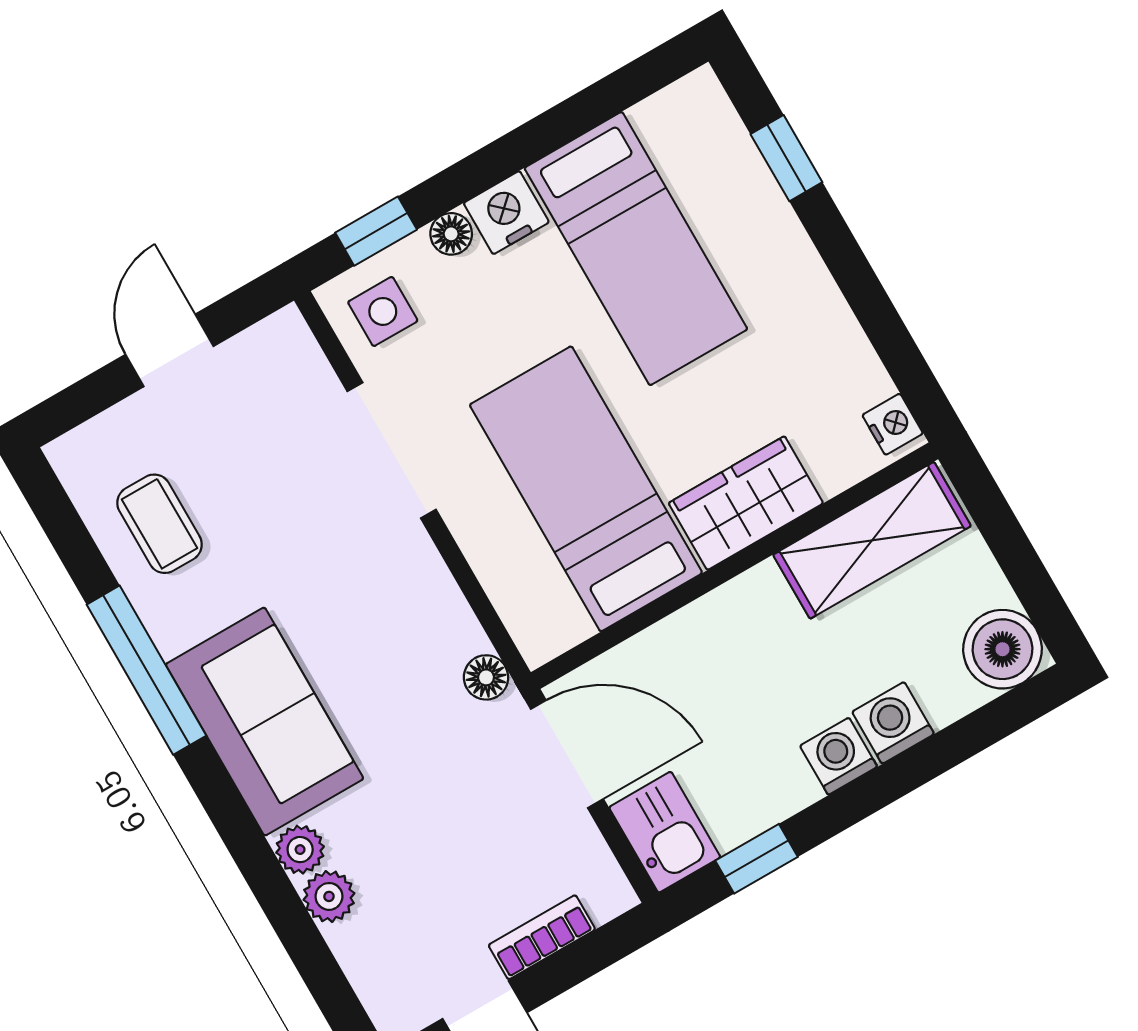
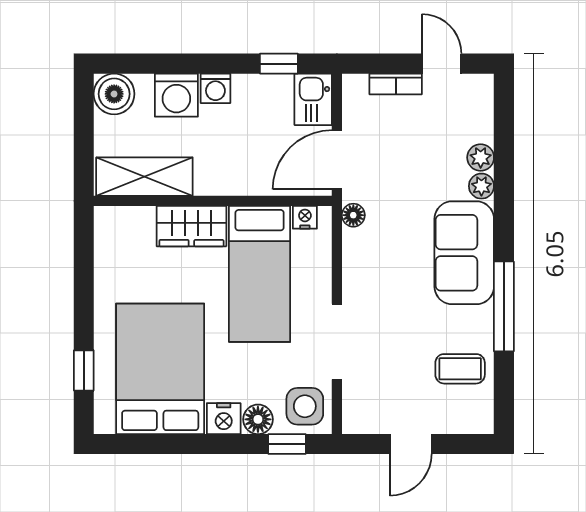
floor lamp: (451, 234) -> (258, 419), width x1.37, depth x1.37
bed: (636, 249) -> (160, 369), width x1.50
side table: (383, 311) -> (305, 406), width x1.37, depth x1.37
nightstand: (893, 424) -> (305, 217), moved, turned 90
coffee table: (159, 524) -> (460, 369), turned 90
washing machine: (893, 723) -> (176, 95), width x1.38, depth x1.38
door: (567, 754) -> (337, 160), hinge flipped

